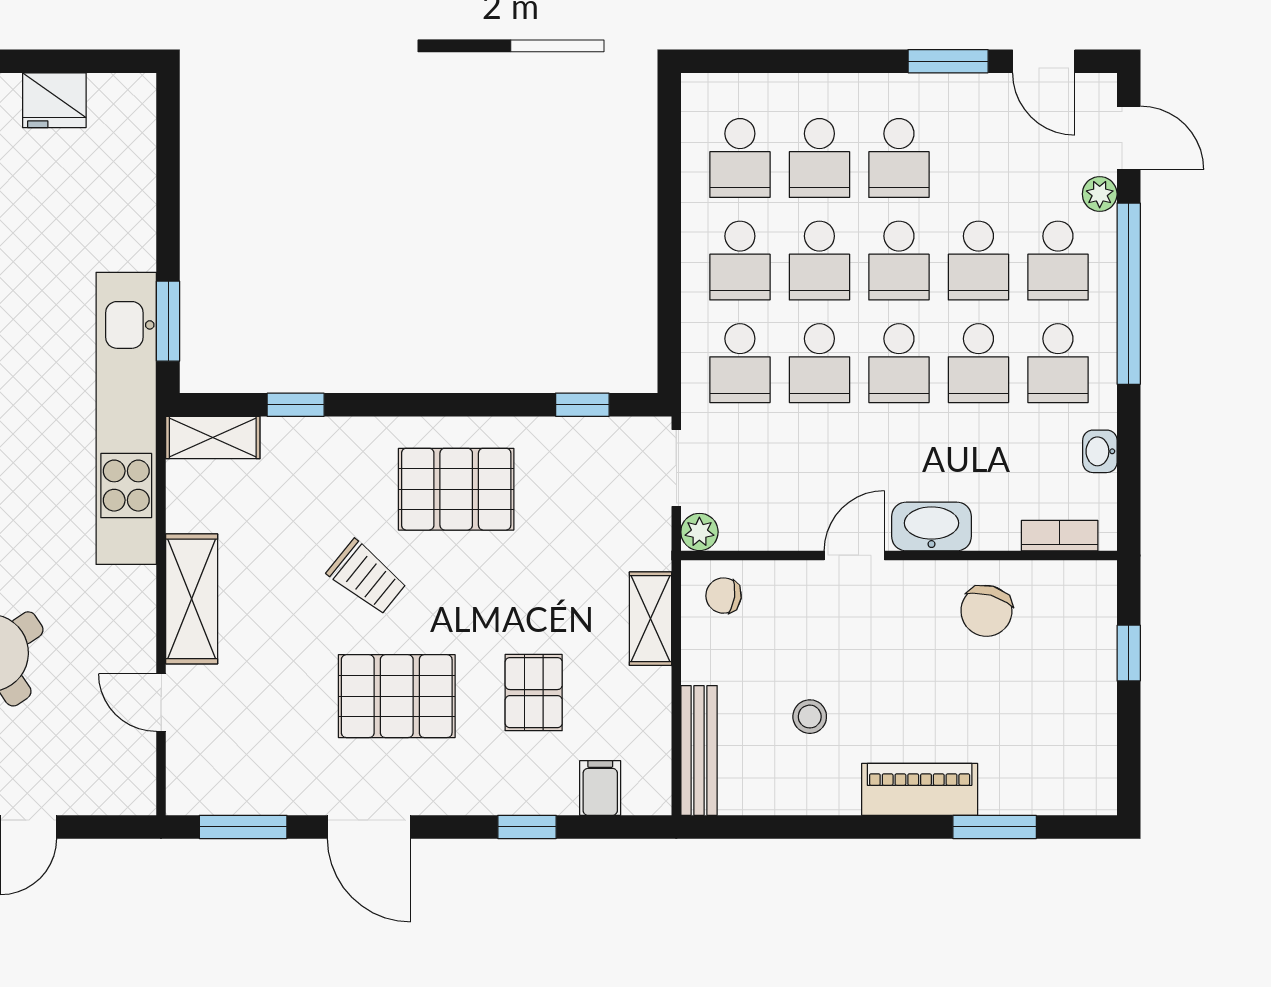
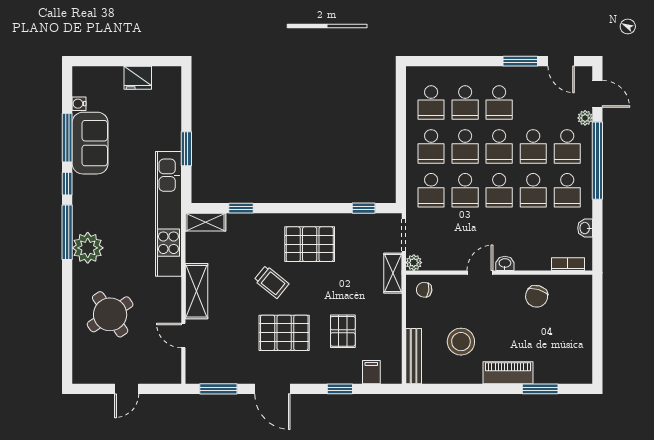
window: (168, 321) -> (186, 149), moved
washbasin: (931, 526) -> (505, 263), width x0.52, depth x0.69
shelving: (651, 619) -> (393, 273), moved
window: (1129, 653) -> (597, 314), removed
stool: (810, 717) -> (461, 342), width x1.89, depth x1.89

